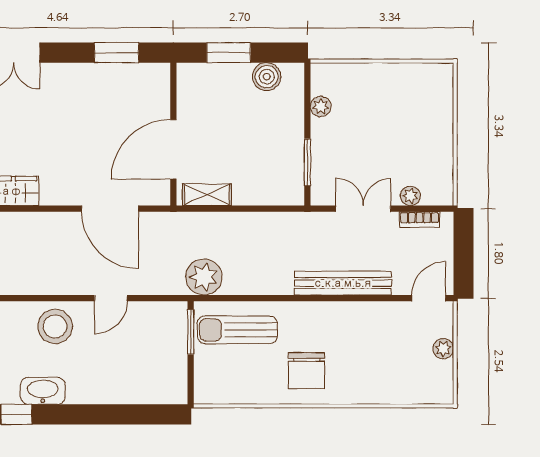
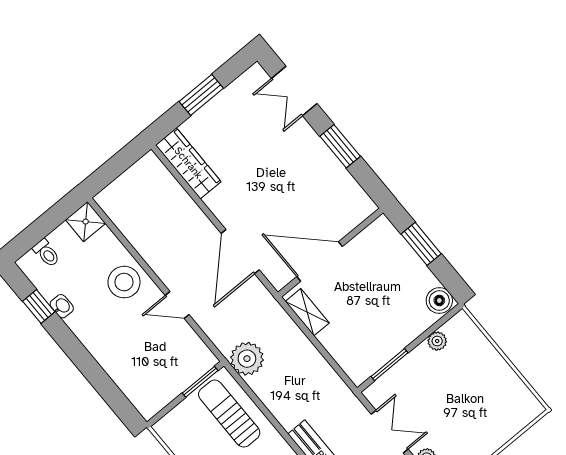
window: (117, 53) -> (340, 146), moved
boiler: (267, 77) -> (439, 301), moved
washbasin: (43, 391) -> (62, 306), width x0.52, depth x0.69

